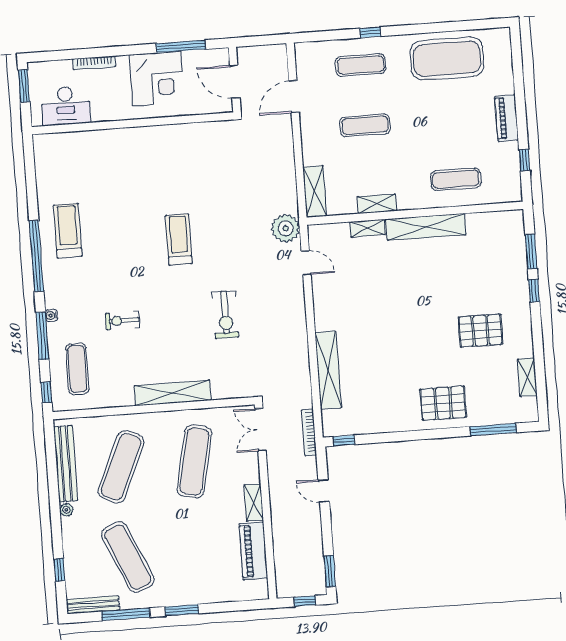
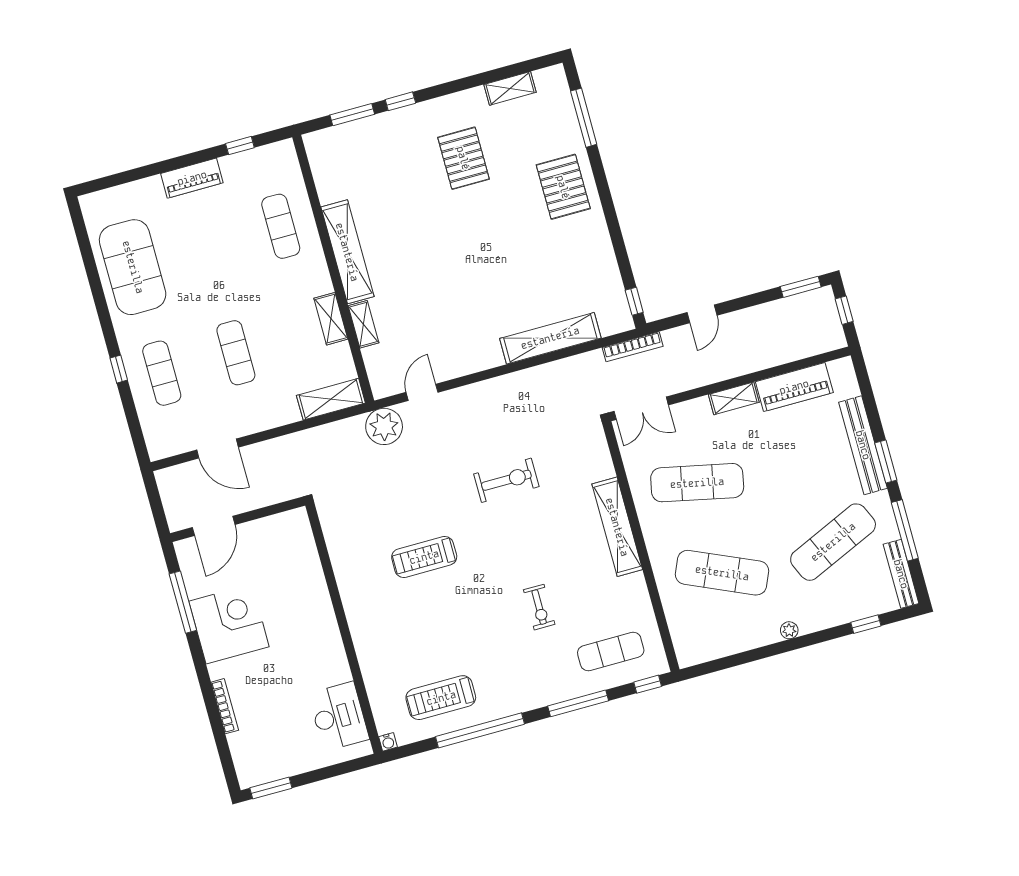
desk: (66, 106) -> (339, 716), moved
wall: (133, 123) -> (344, 628), moved
water cooler: (51, 315) -> (388, 742), moved
bench: (66, 464) -> (863, 445), moved, turned 90

